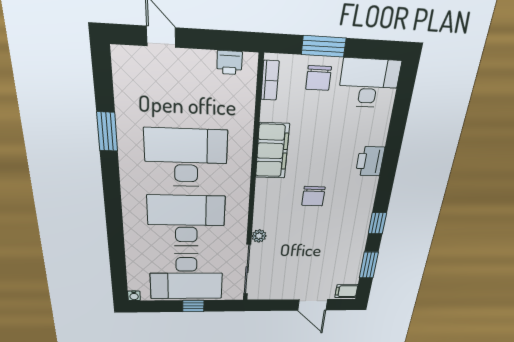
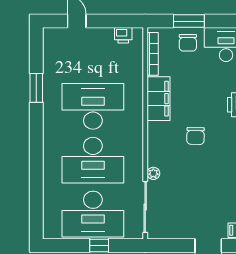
bookcase: (270, 80) -> (153, 54), width x1.56
desk: (186, 221) -> (93, 160), turned 180
water cooler: (134, 296) -> (48, 234), removed

